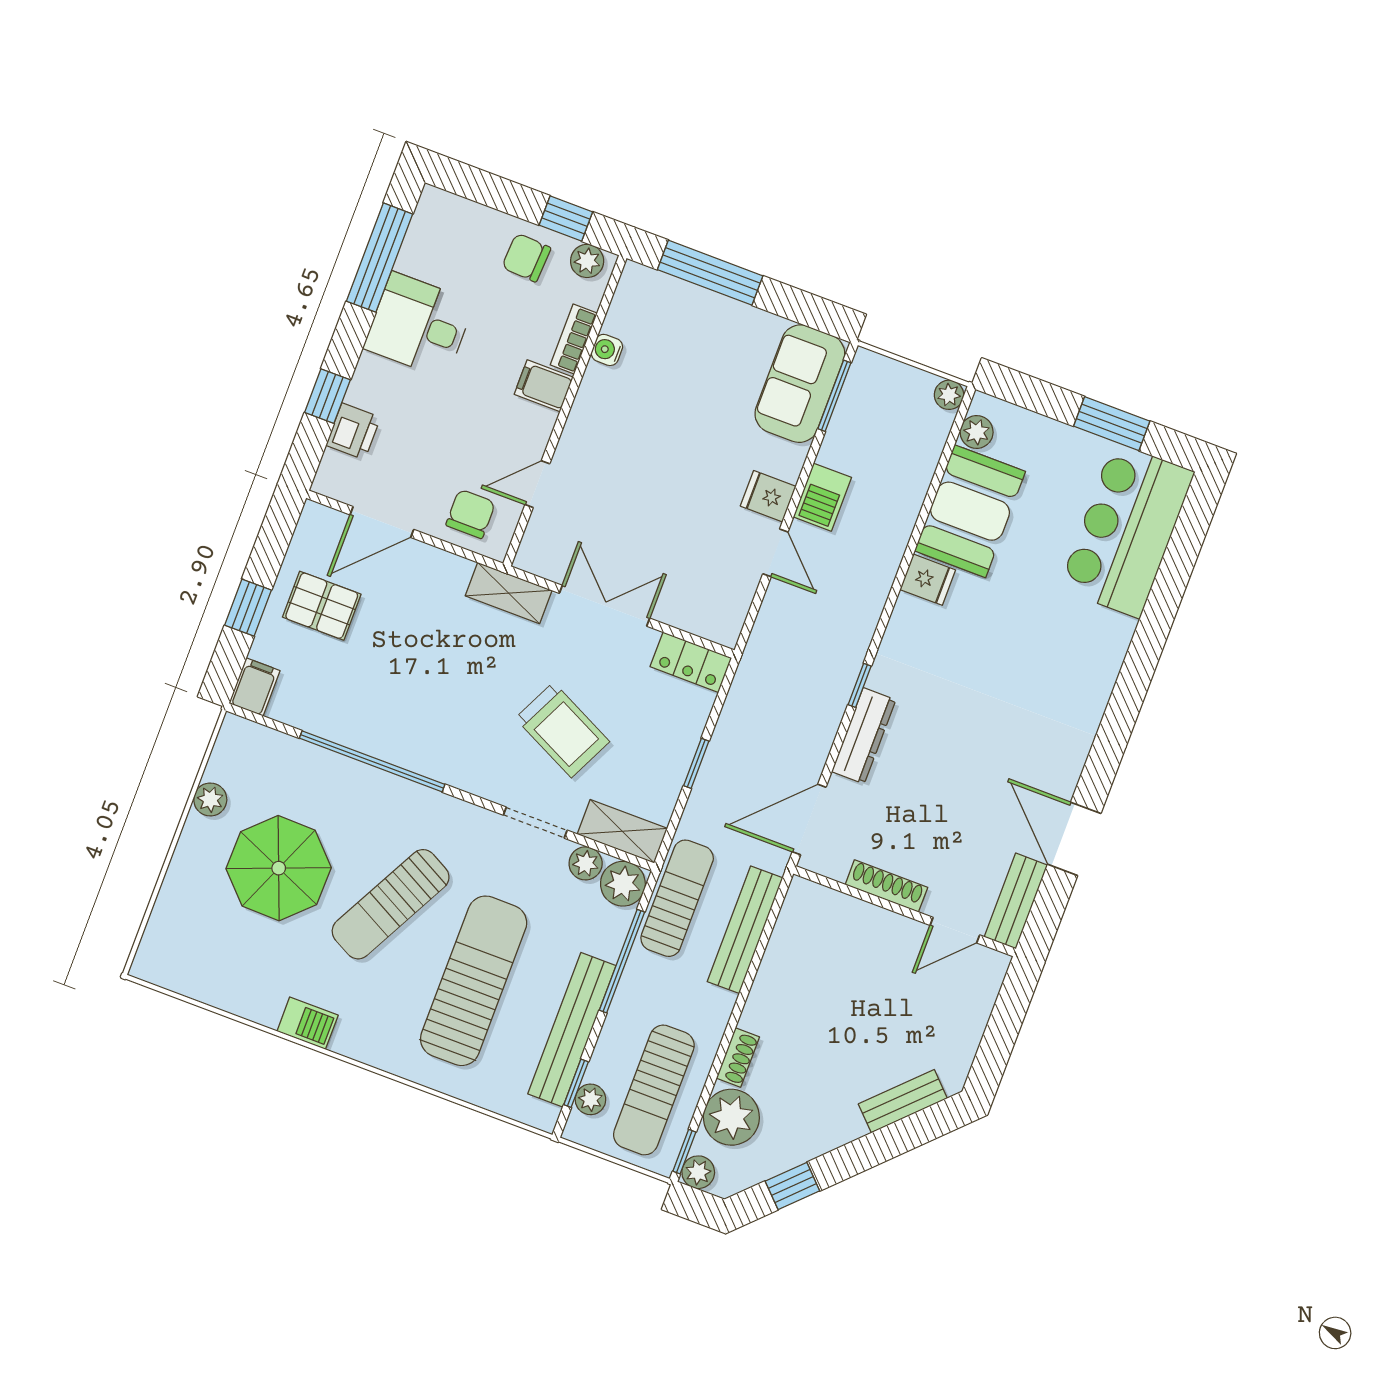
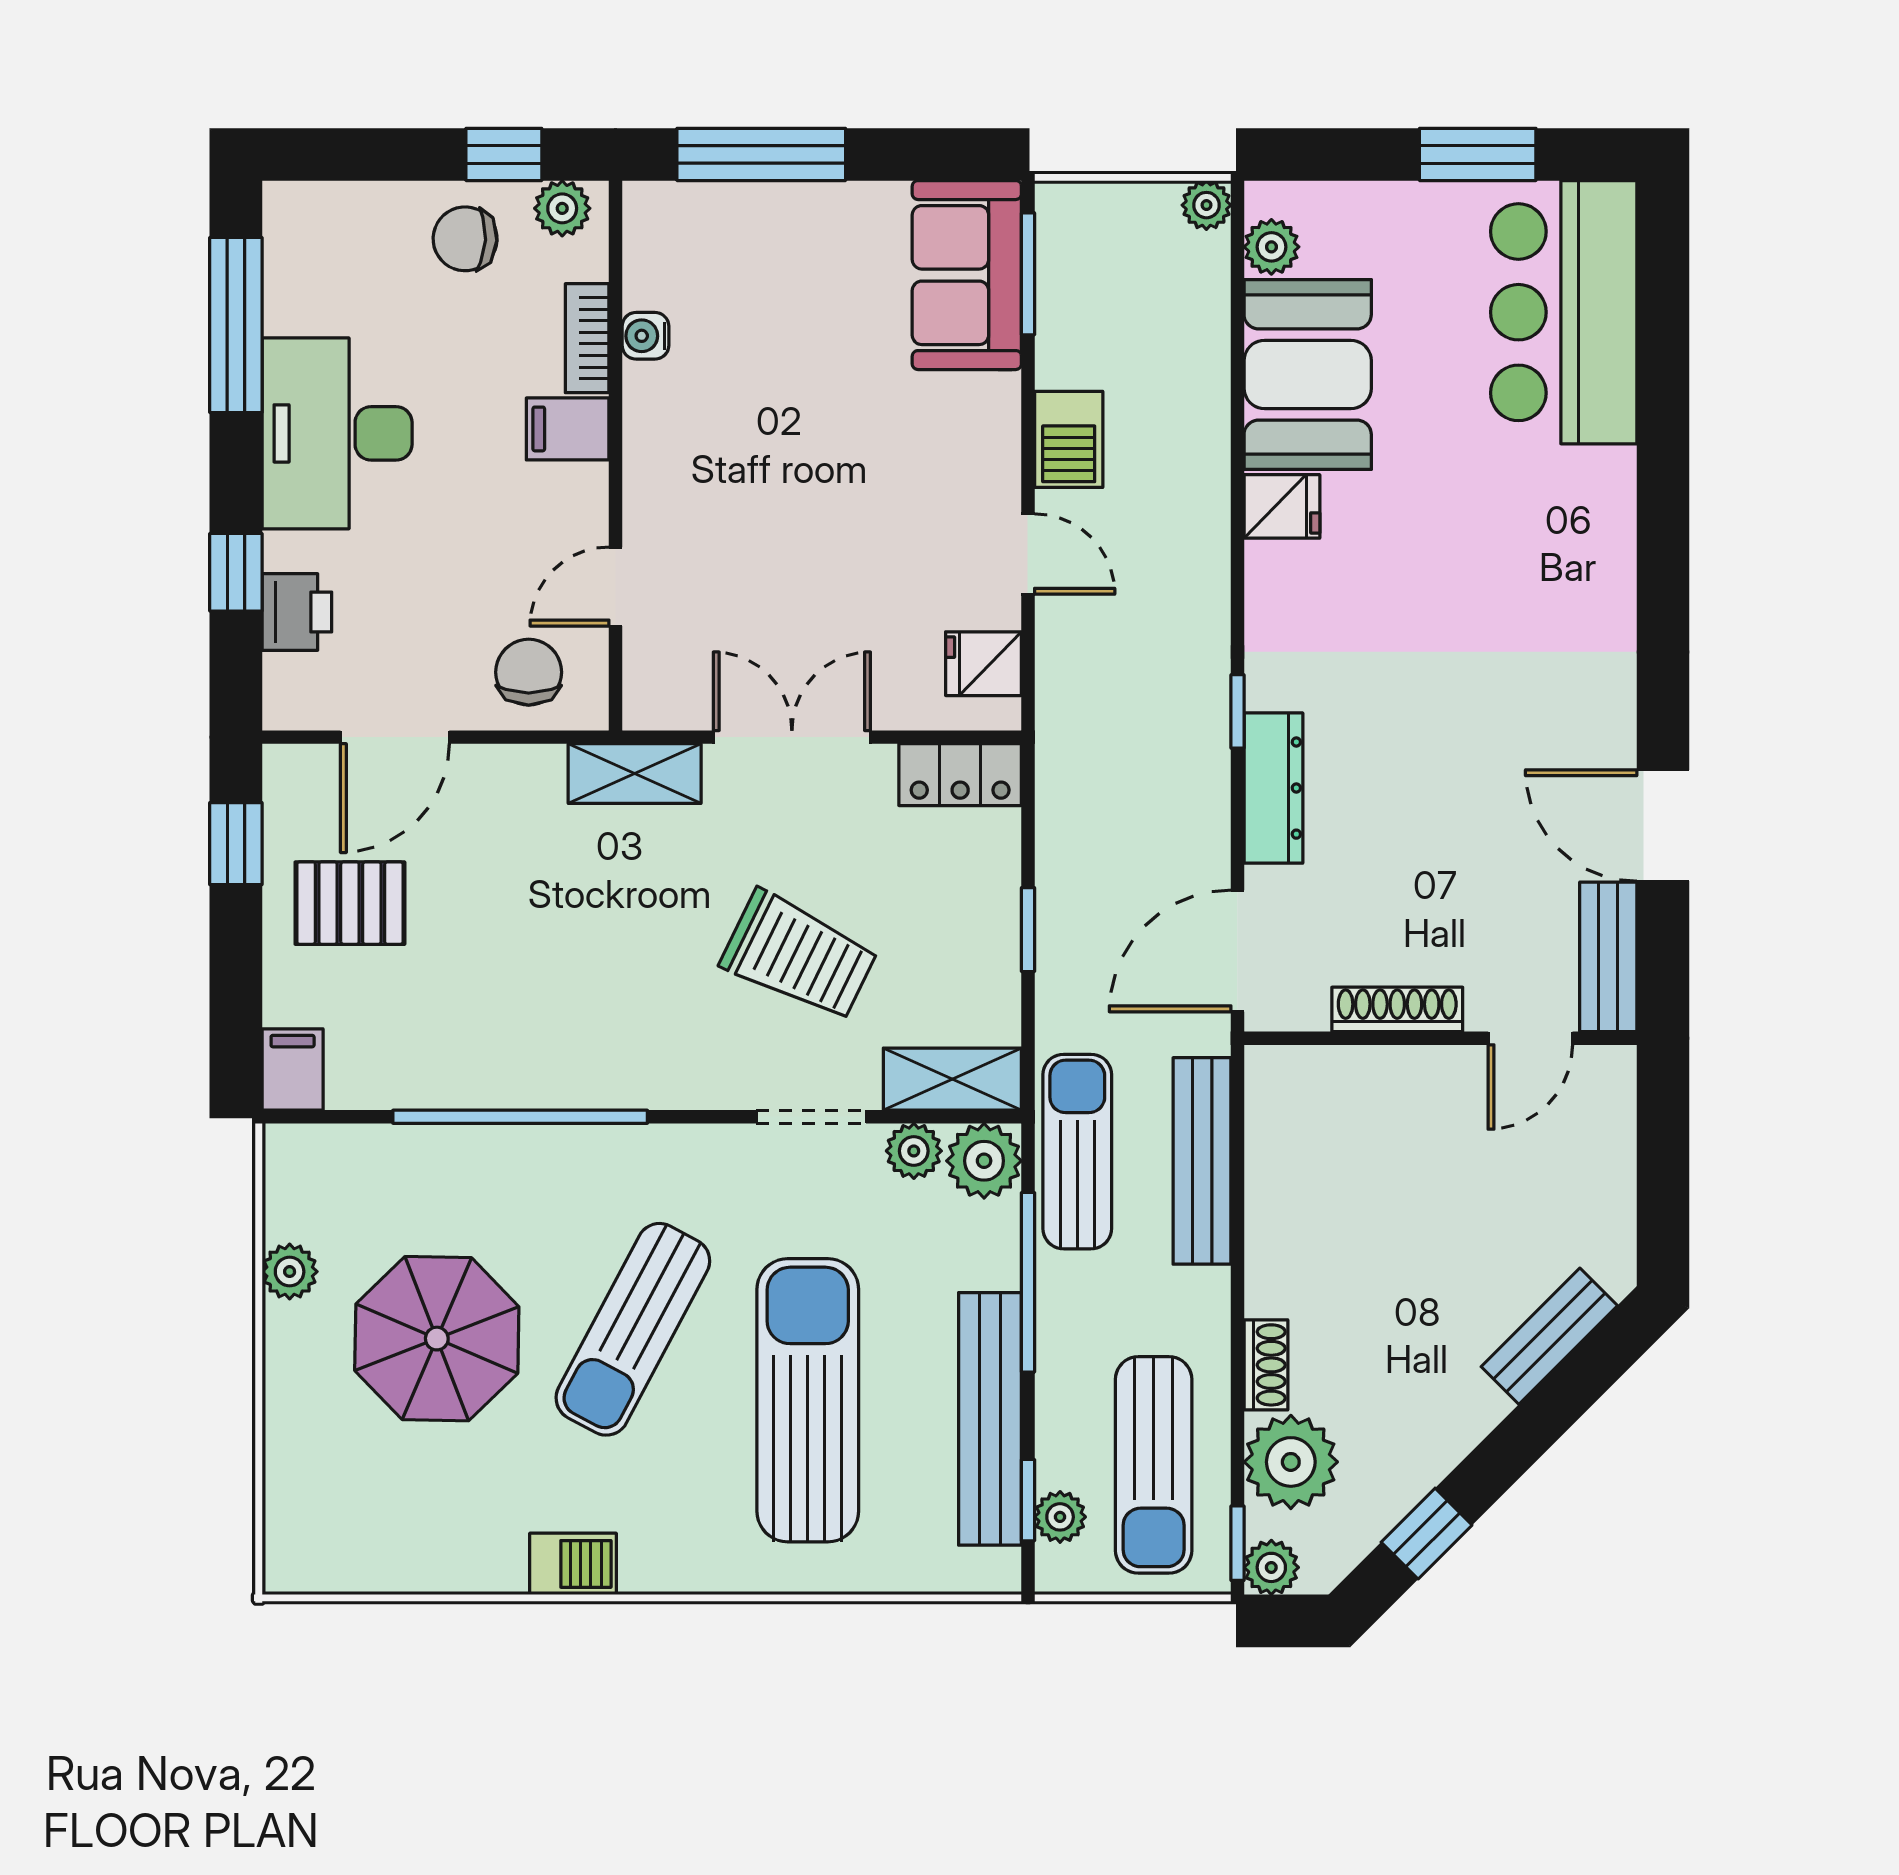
desk: (419, 325) -> (337, 433), width x1.37
fridge: (768, 496) -> (983, 664), moved
window: (248, 608) -> (236, 844), moved

